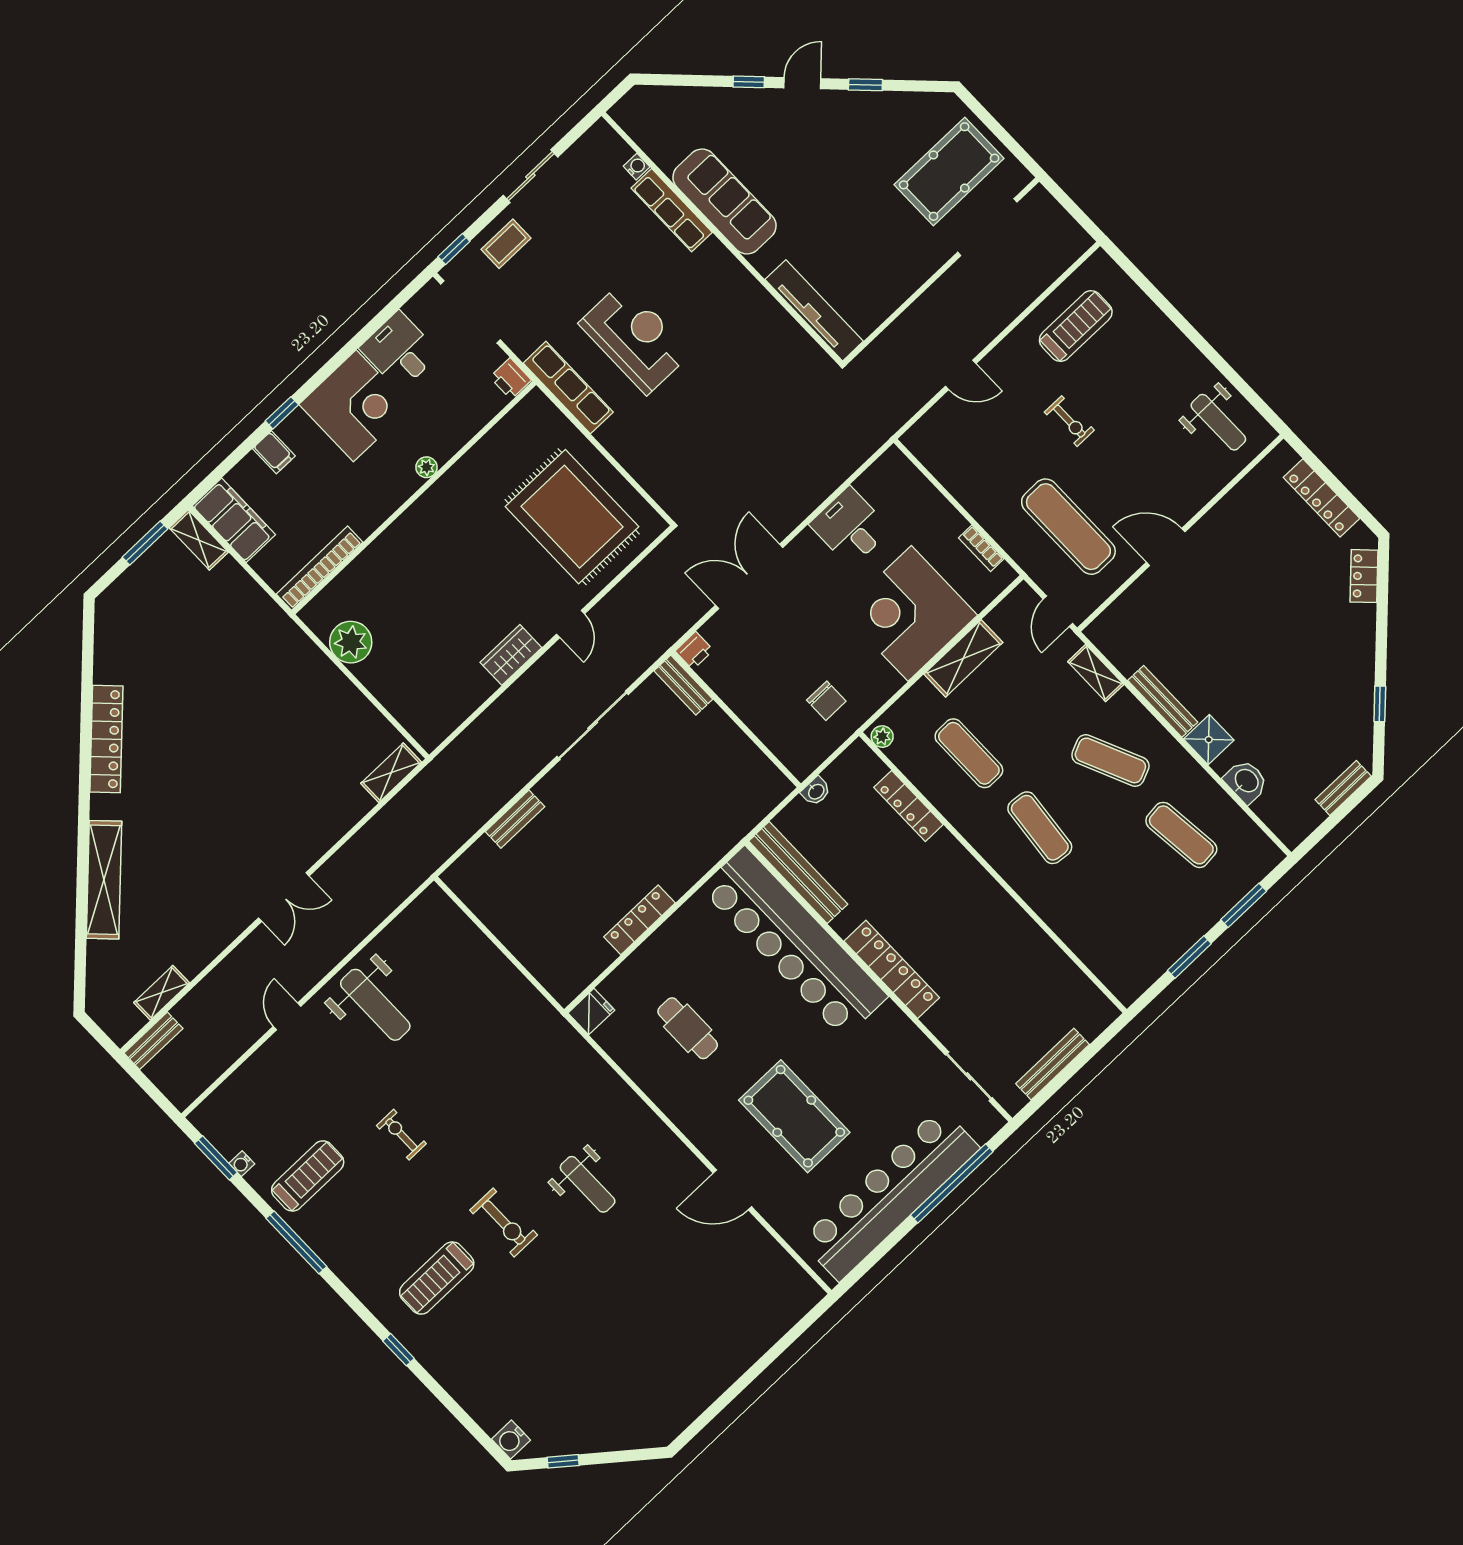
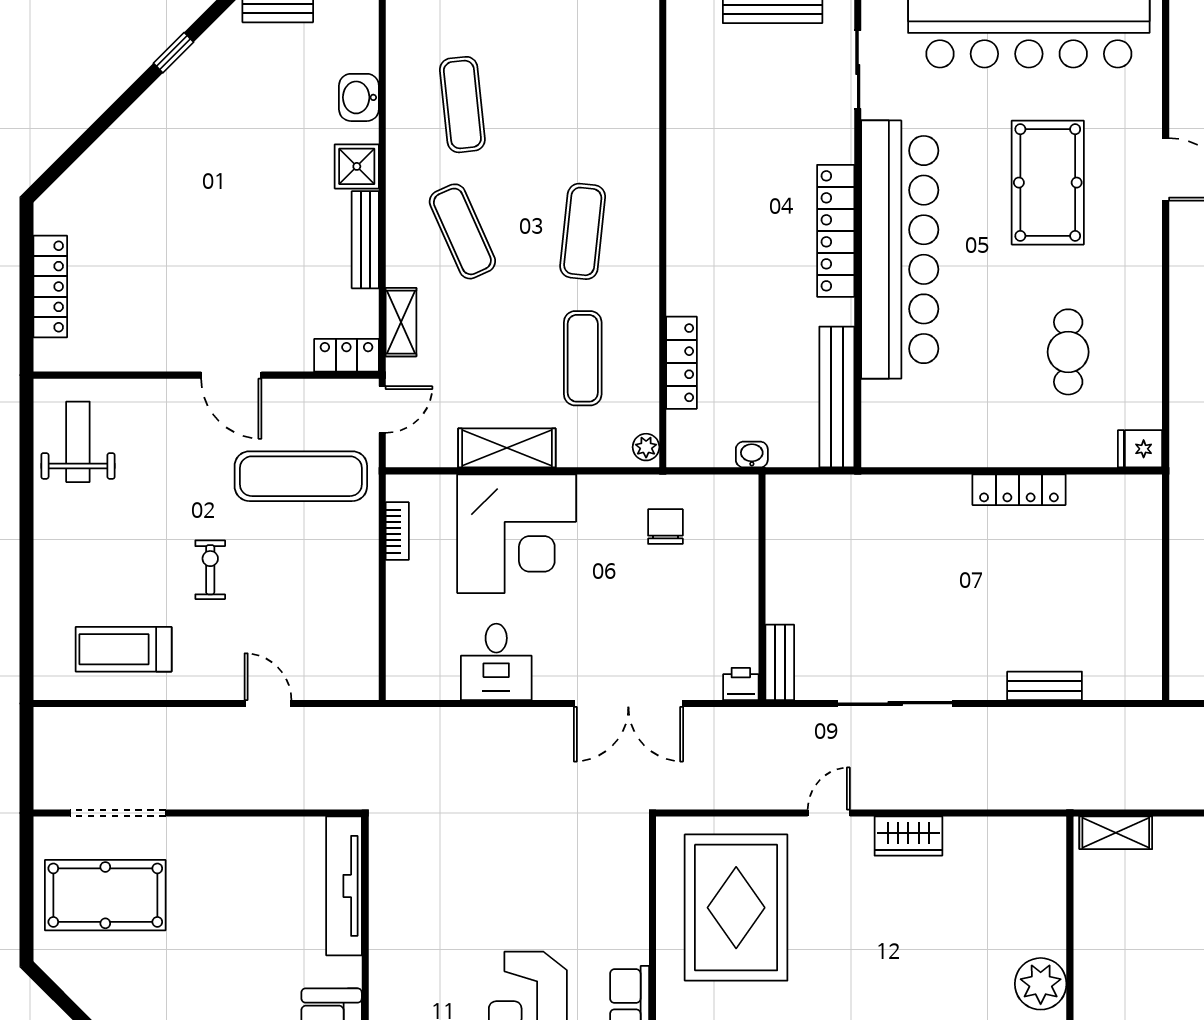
exercise mat: (1068, 527) -> (301, 476), turned 90
locker: (1364, 576) -> (346, 355), moved, turned -135
bar counter: (794, 942) -> (900, 250), moved

